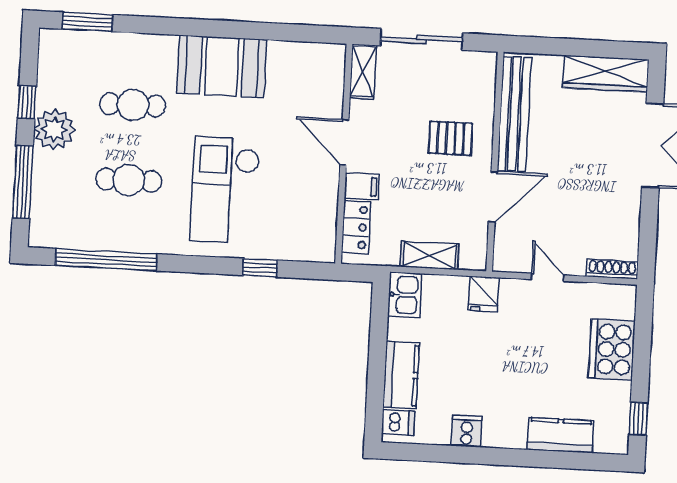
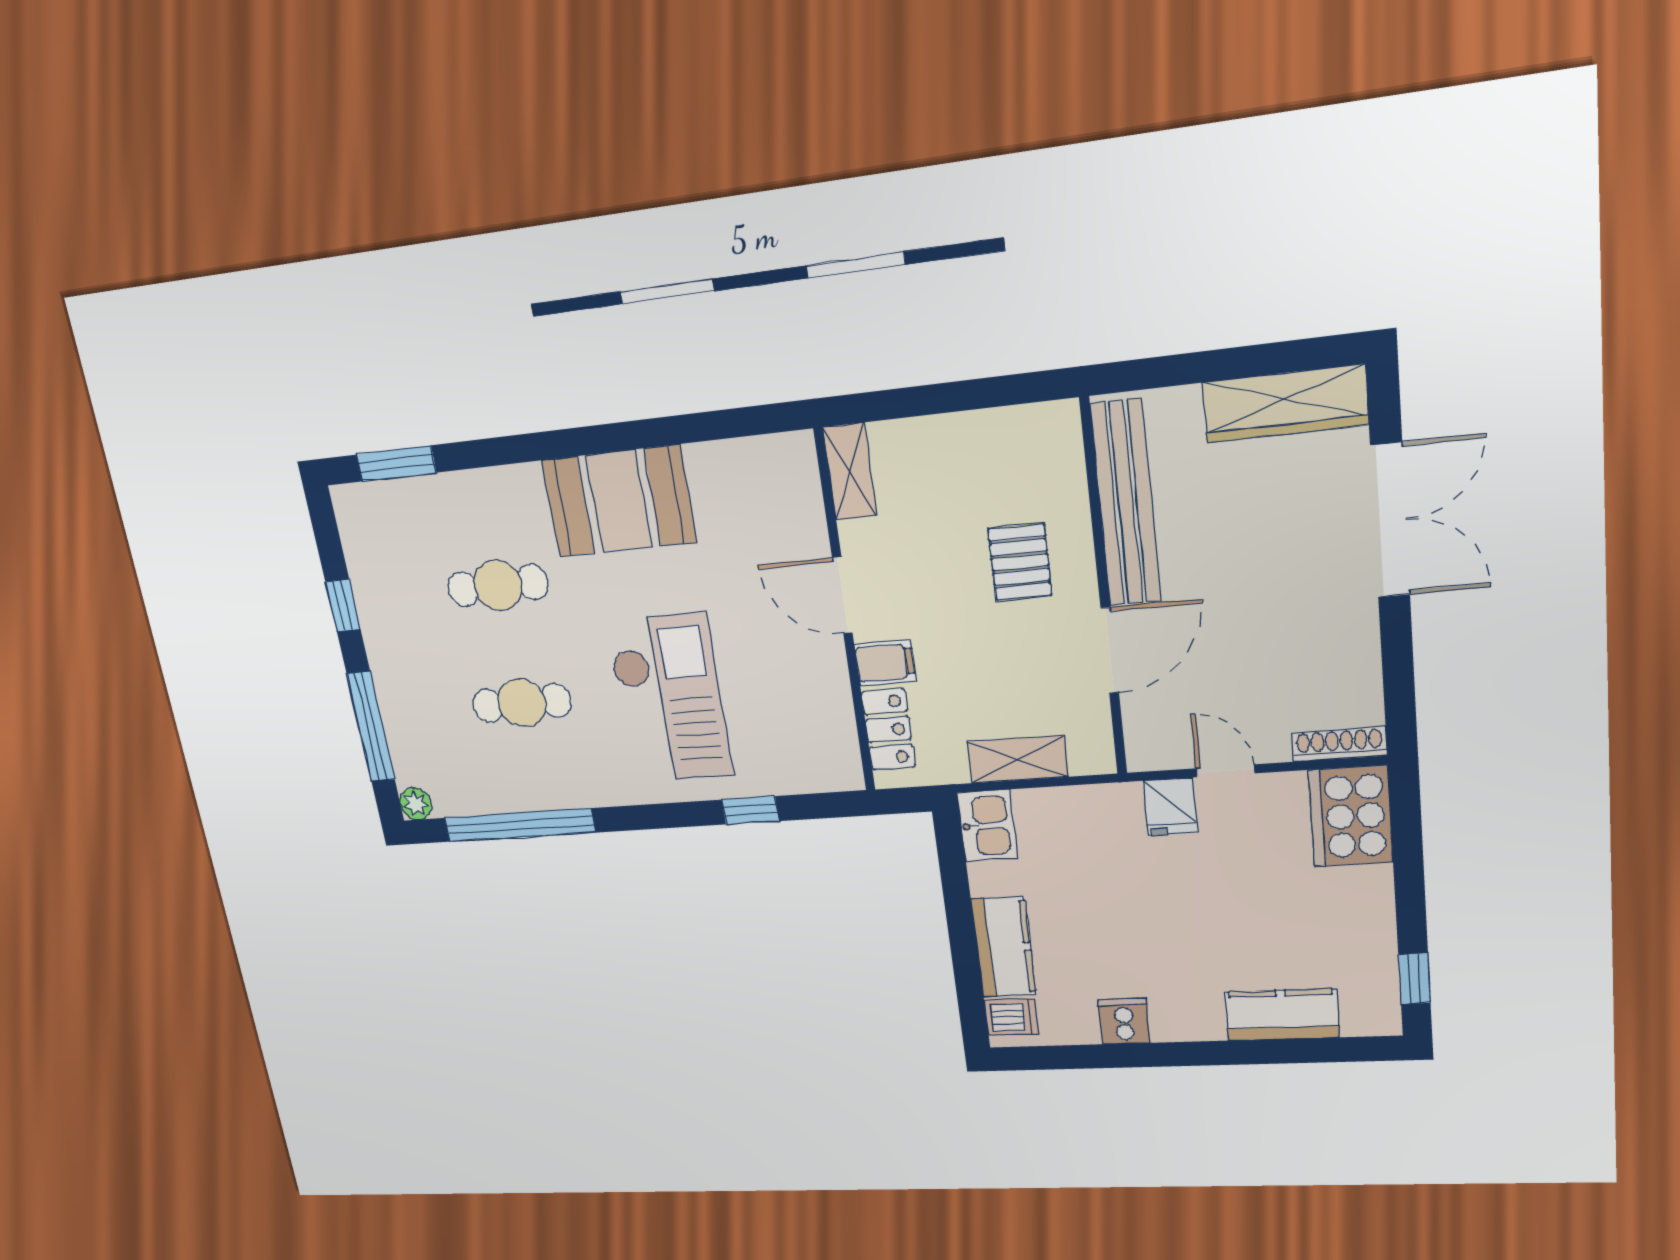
sliding door: (422, 39) -> (940, 398), removed
plant: (54, 129) -> (416, 804), moved, width x0.53, depth x0.53
pallet: (451, 138) -> (1020, 562), turned 90
checkout: (225, 190) -> (669, 698), turned 180
fridge: (484, 294) -> (1170, 807), moved
cooker: (612, 349) -> (1351, 816), moved

